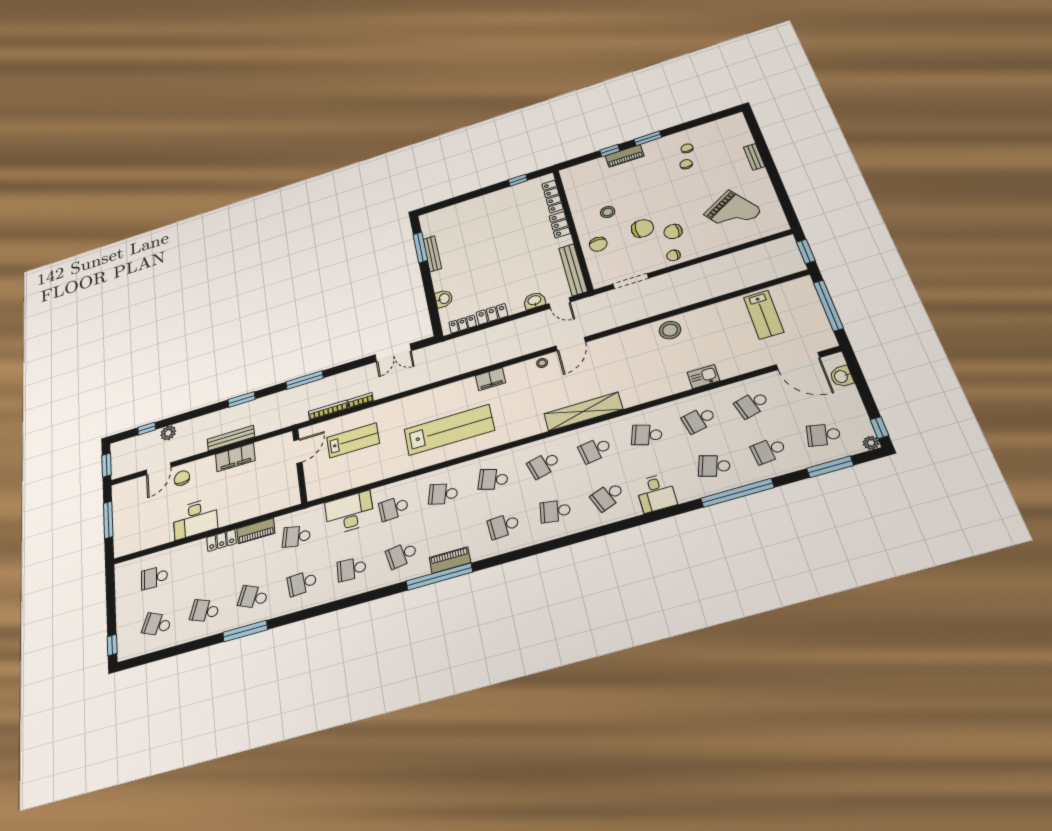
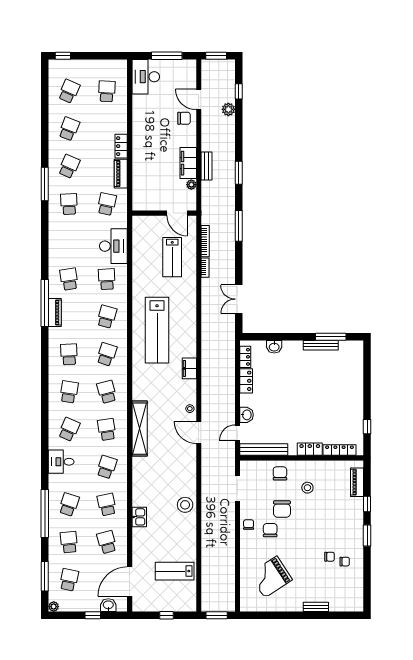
piano: (625, 156) -> (357, 482), moved
chair: (598, 244) -> (280, 473), turned 90
window: (828, 305) -> (166, 615), width x0.32
window: (879, 428) -> (93, 615), moved
bench: (231, 438) -> (207, 166), width x0.73
plant: (261, 446) -> (191, 185), added
school desk: (608, 496) -> (69, 429), turned 45
desk: (195, 519) -> (146, 77), moved
school desk: (352, 569) -> (69, 242), removed
window: (245, 631) -> (45, 184), moved

